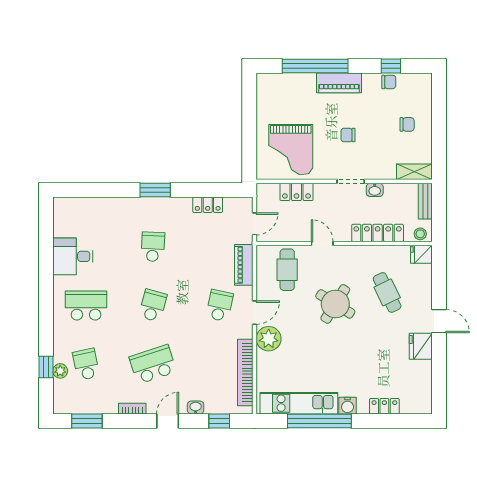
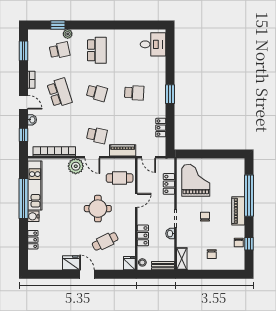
grand piano: (291, 150) -> (196, 180), turned 90
locker: (378, 233) -> (143, 235), width x0.66
desk: (73, 256) -> (153, 44), moved, turned 90
round table: (335, 304) -> (98, 209), turned -32
door: (439, 321) -> (87, 274), swing flipped
plant: (60, 371) -> (68, 34), moved

